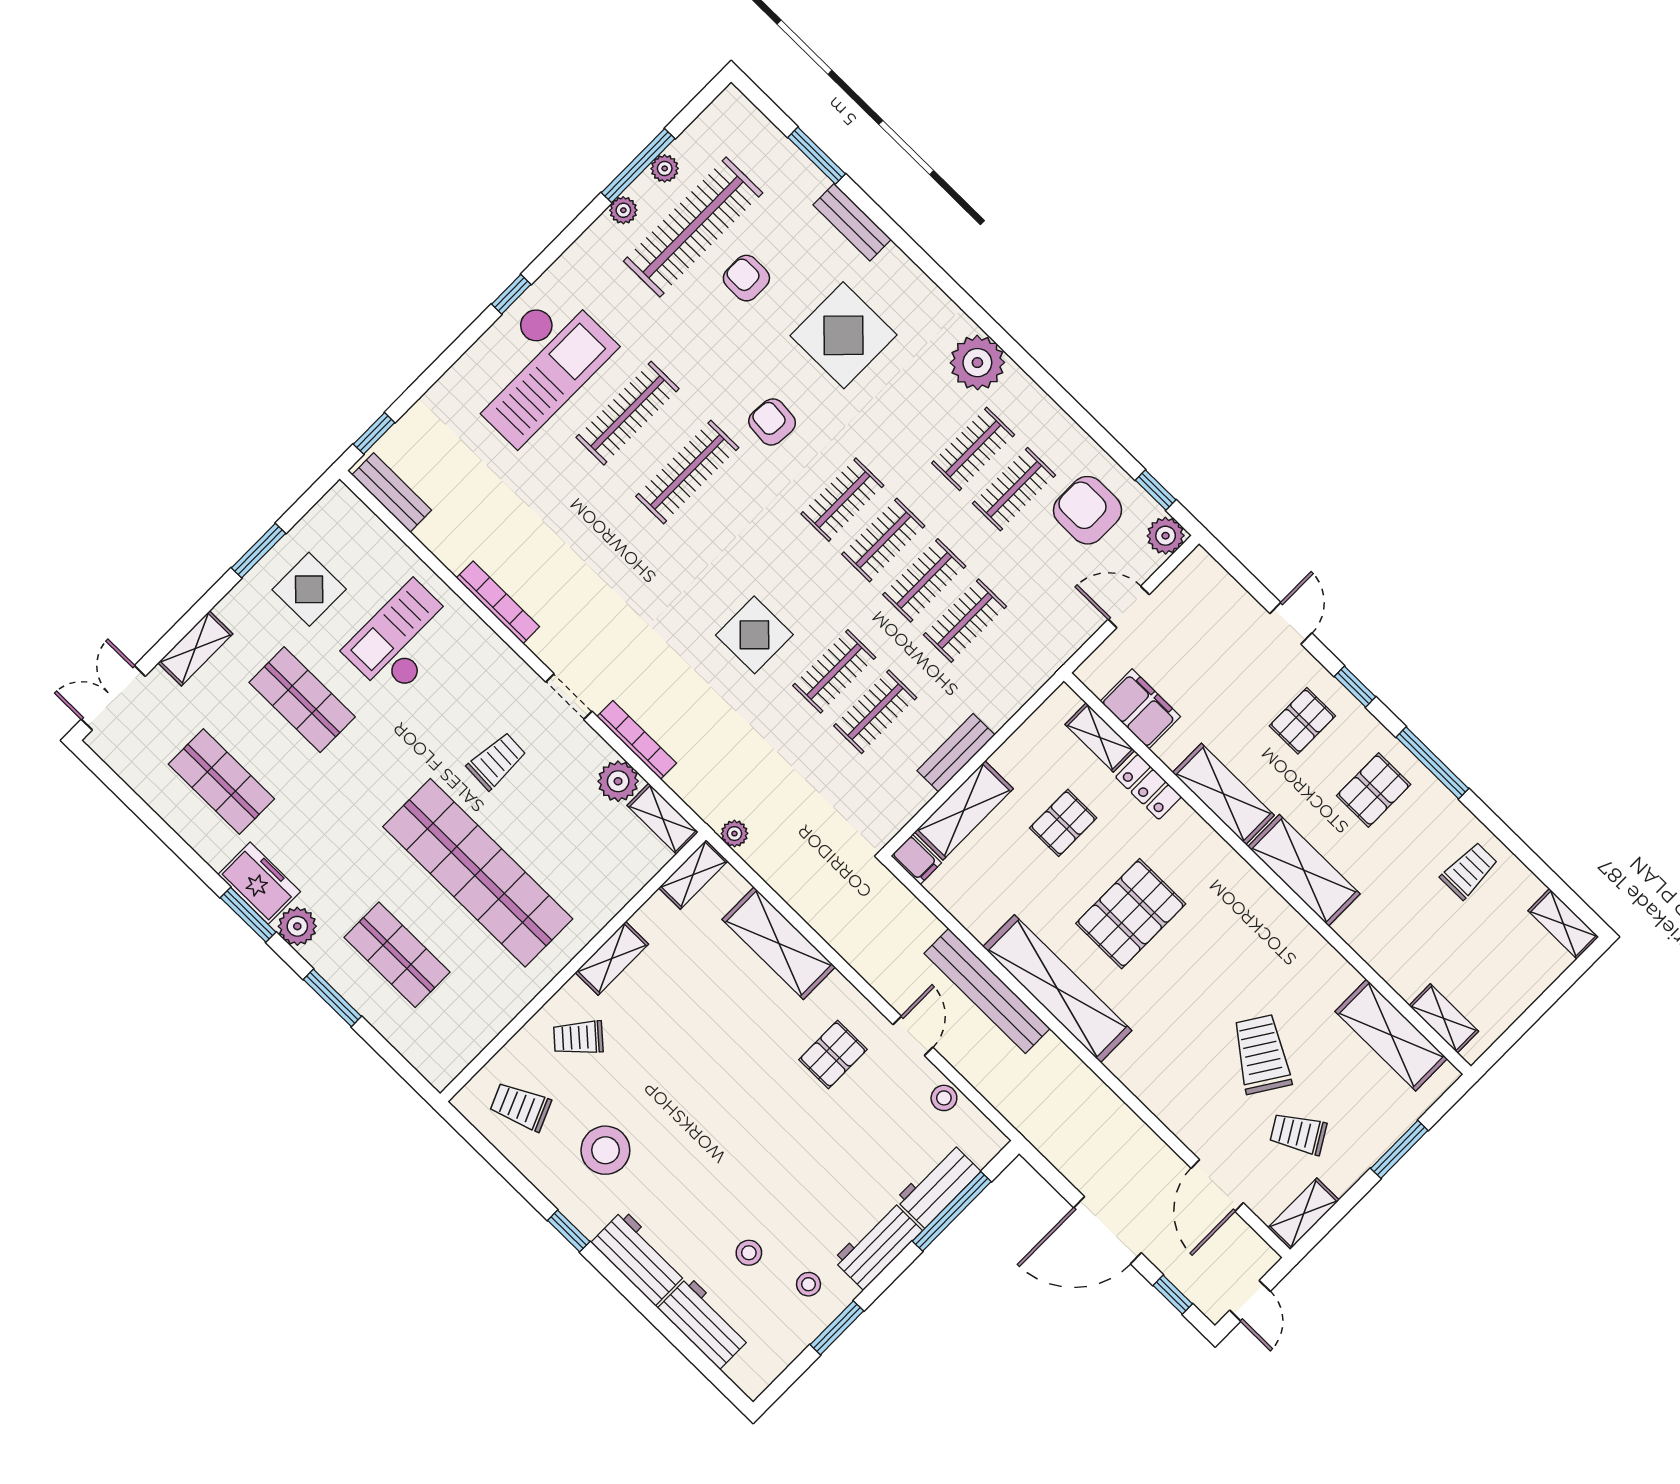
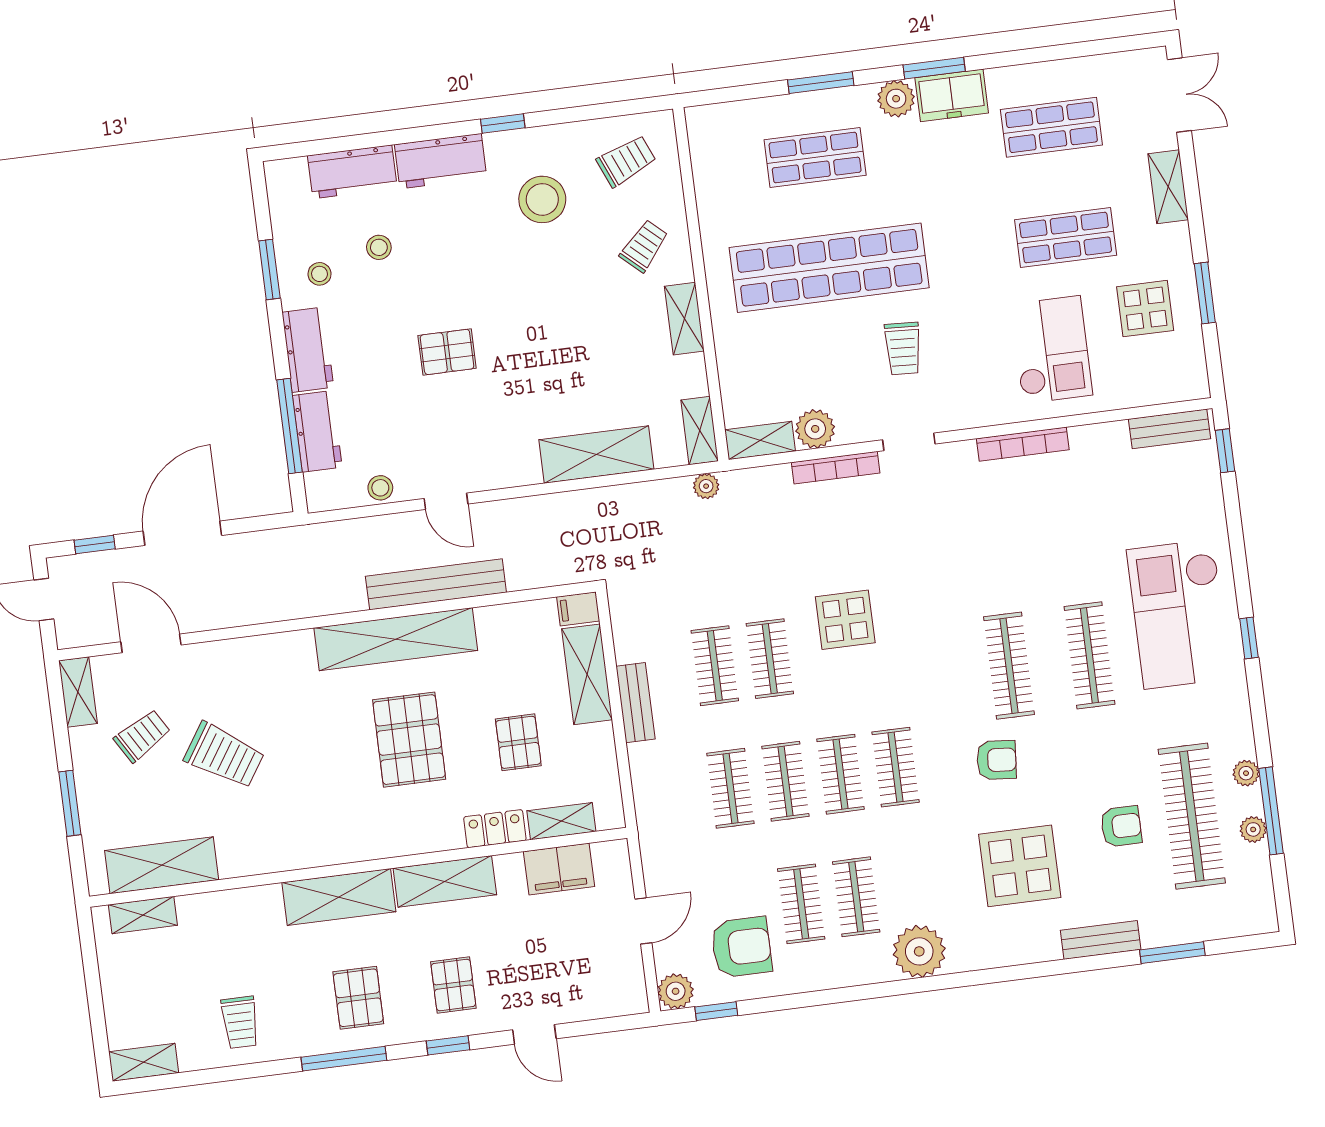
pallet: (833, 1054) -> (447, 352), moved, turned 90

